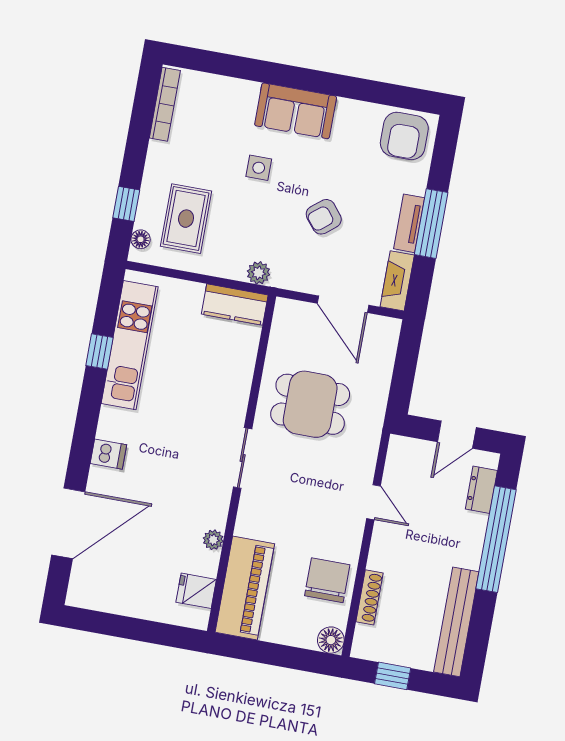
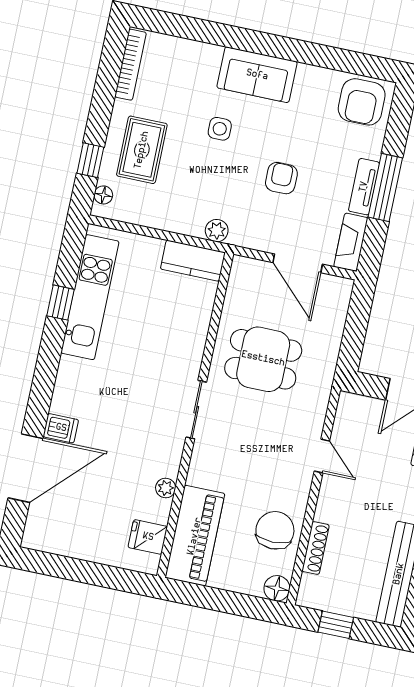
armchair: (324, 217) -> (281, 178), turned 129
rug: (186, 219) -> (142, 150), moved
dishwasher: (108, 454) -> (61, 428), moved

